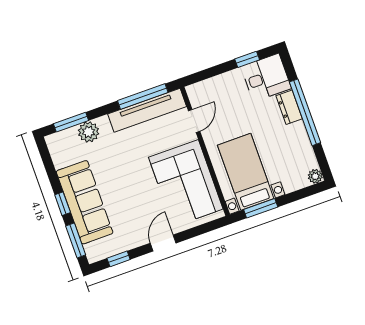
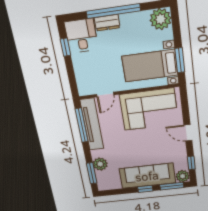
door: (194, 121) -> (105, 95), swing flipped
plant: (315, 176) -> (161, 19), width x1.87, depth x1.87
plant: (95, 252) -> (183, 176), added

